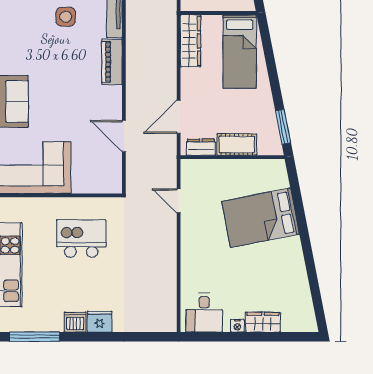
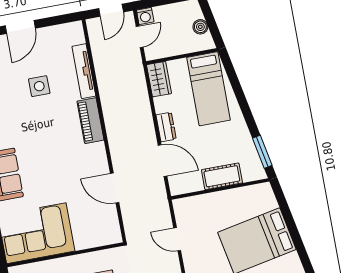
wardrobe: (191, 41) -> (159, 79), width x0.67
door: (179, 117) -> (163, 161), swing flipped
dresser: (201, 147) -> (166, 127), moved, turned 90

